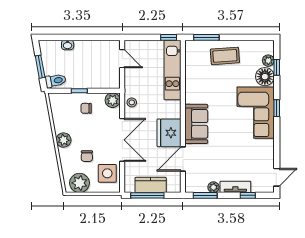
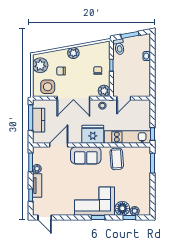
coffee table: (225, 56) -> (117, 159), moved
door: (122, 59) -> (124, 98), moved
fridge: (169, 133) -> (93, 134), moved
door: (183, 159) -> (59, 145), hinge flipped

